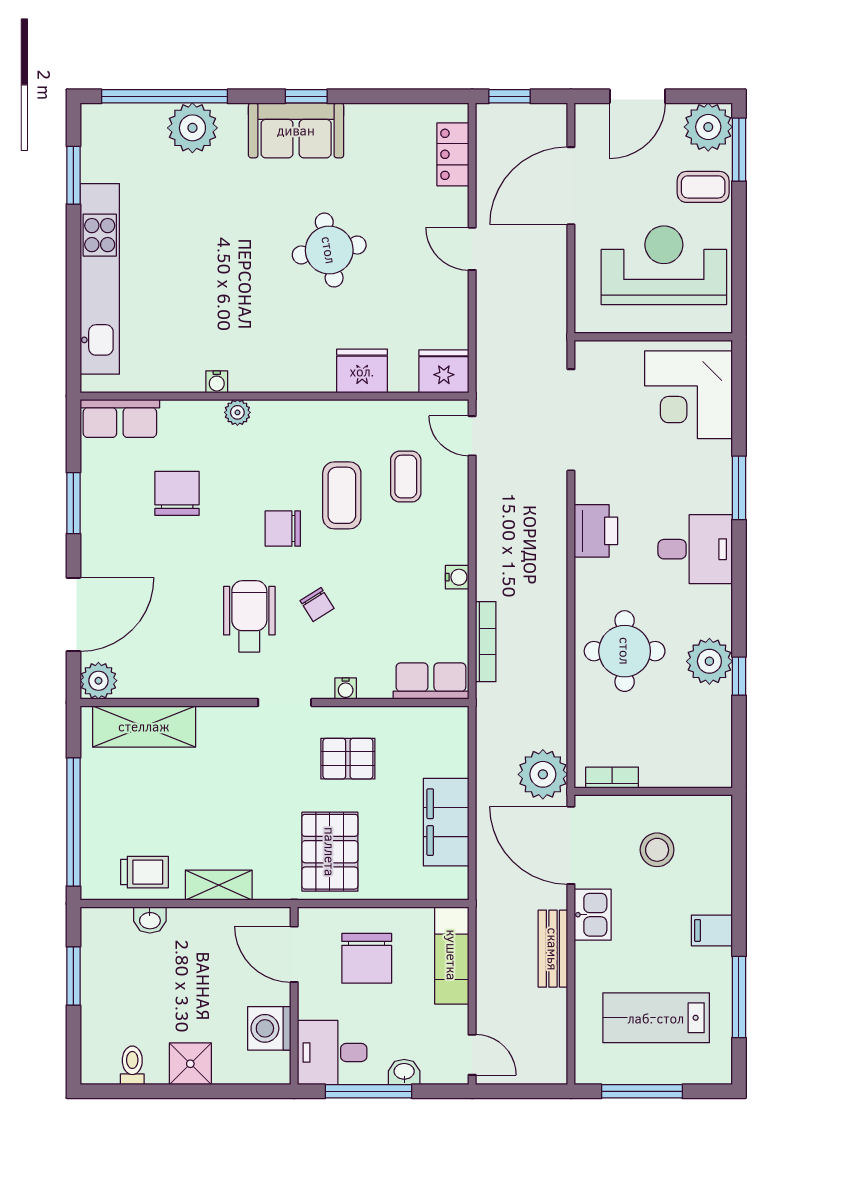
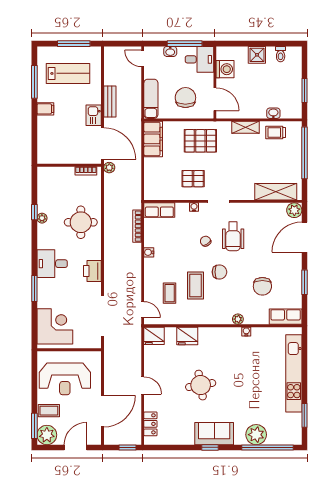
plant: (709, 661) -> (42, 218), width x0.53, depth x0.53
plant: (543, 774) -> (109, 168), width x0.53, depth x0.53
filing cabinet: (446, 822) -> (153, 139), moved
stool: (657, 850) -> (68, 142), removed
pallet: (330, 852) -> (200, 141), turned 90

